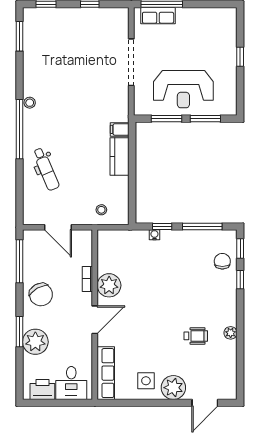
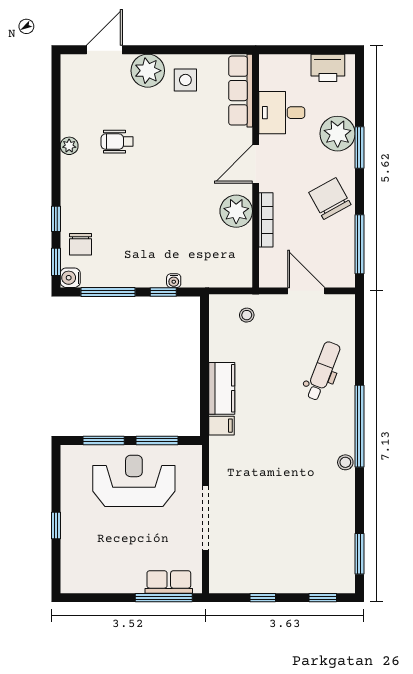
dental chair: (46, 169) -> (323, 371), turned 44
water cooler: (230, 237) -> (70, 278), added
bookcase: (87, 279) -> (266, 220), width x1.56
desk: (71, 383) -> (282, 113), moved, turned -90

